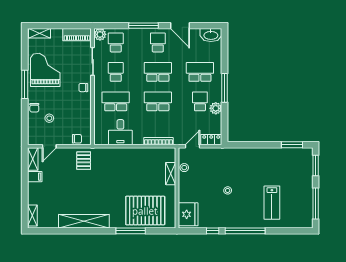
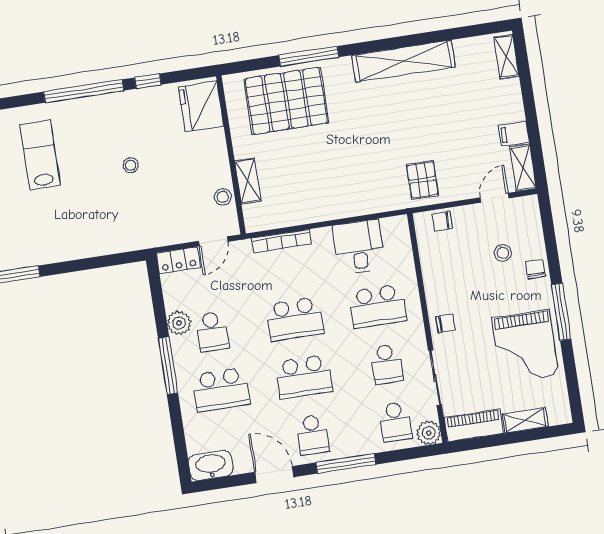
shelving: (39, 33) -> (525, 420), moved

